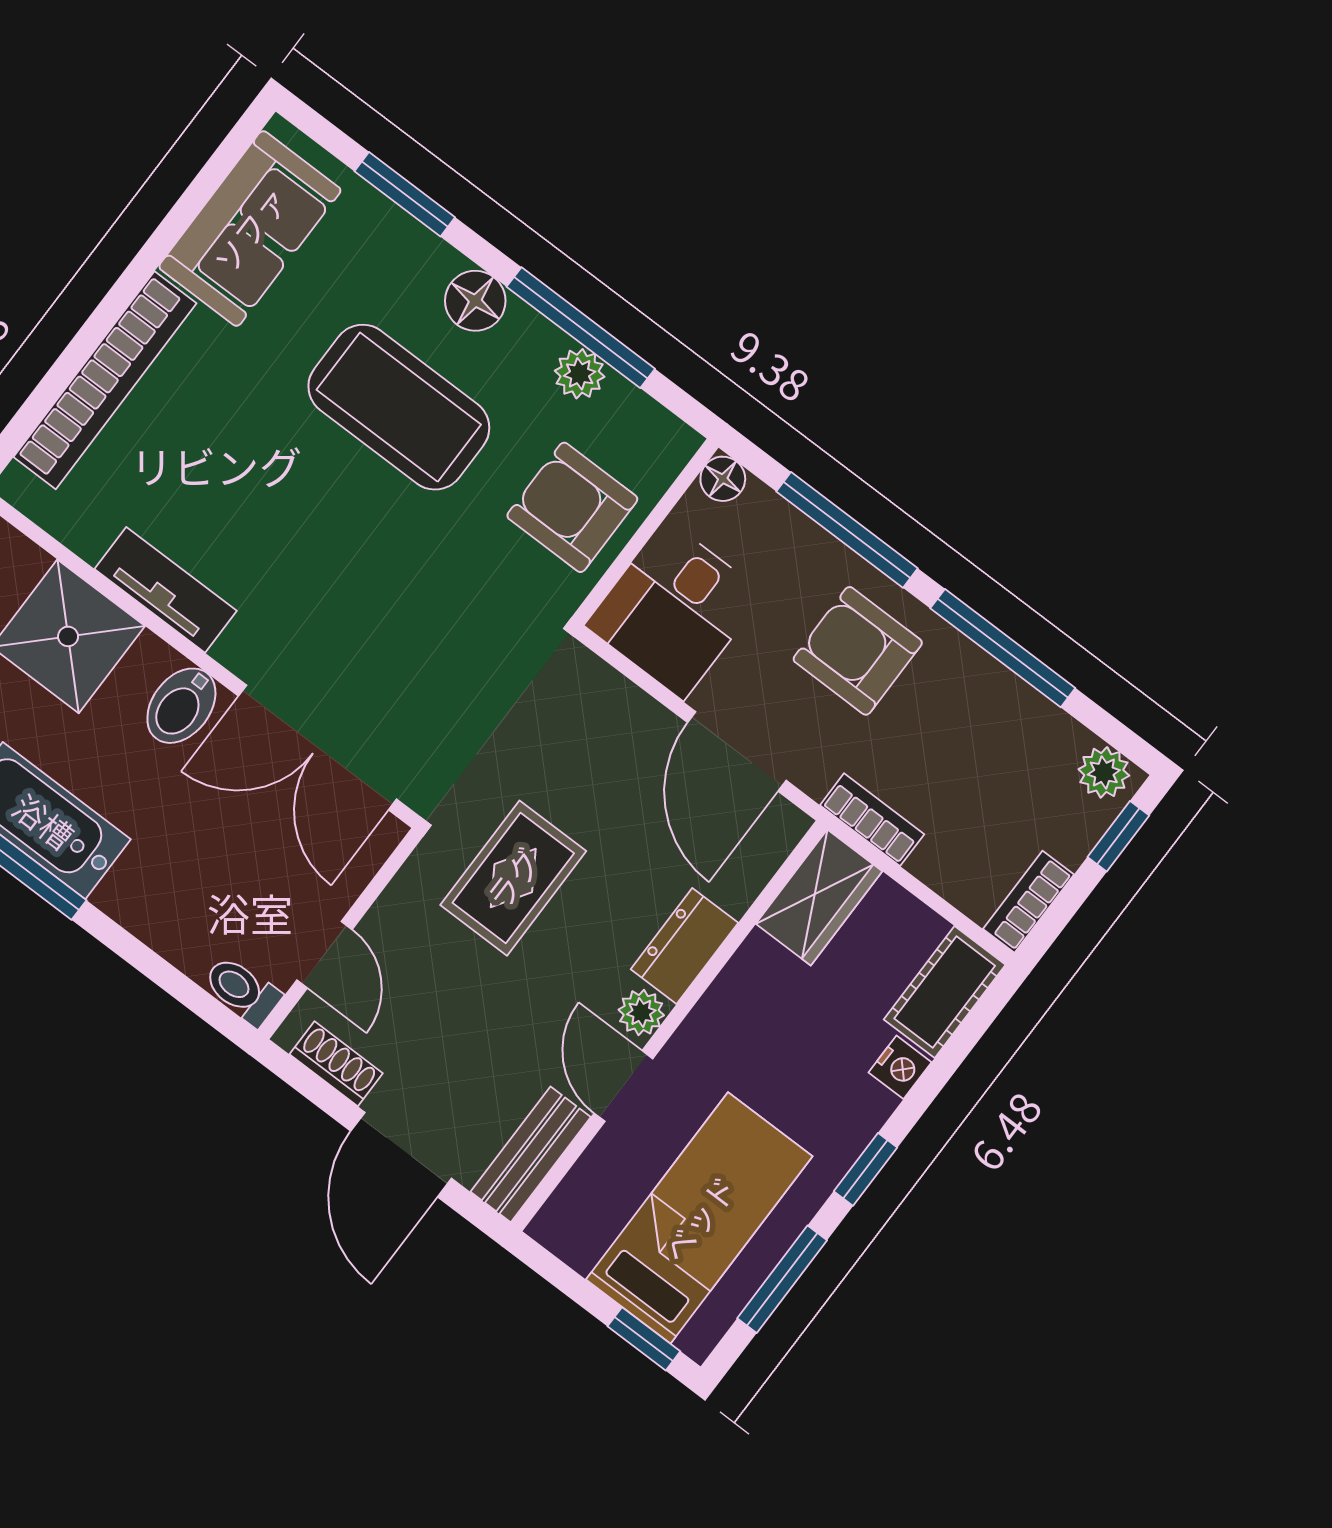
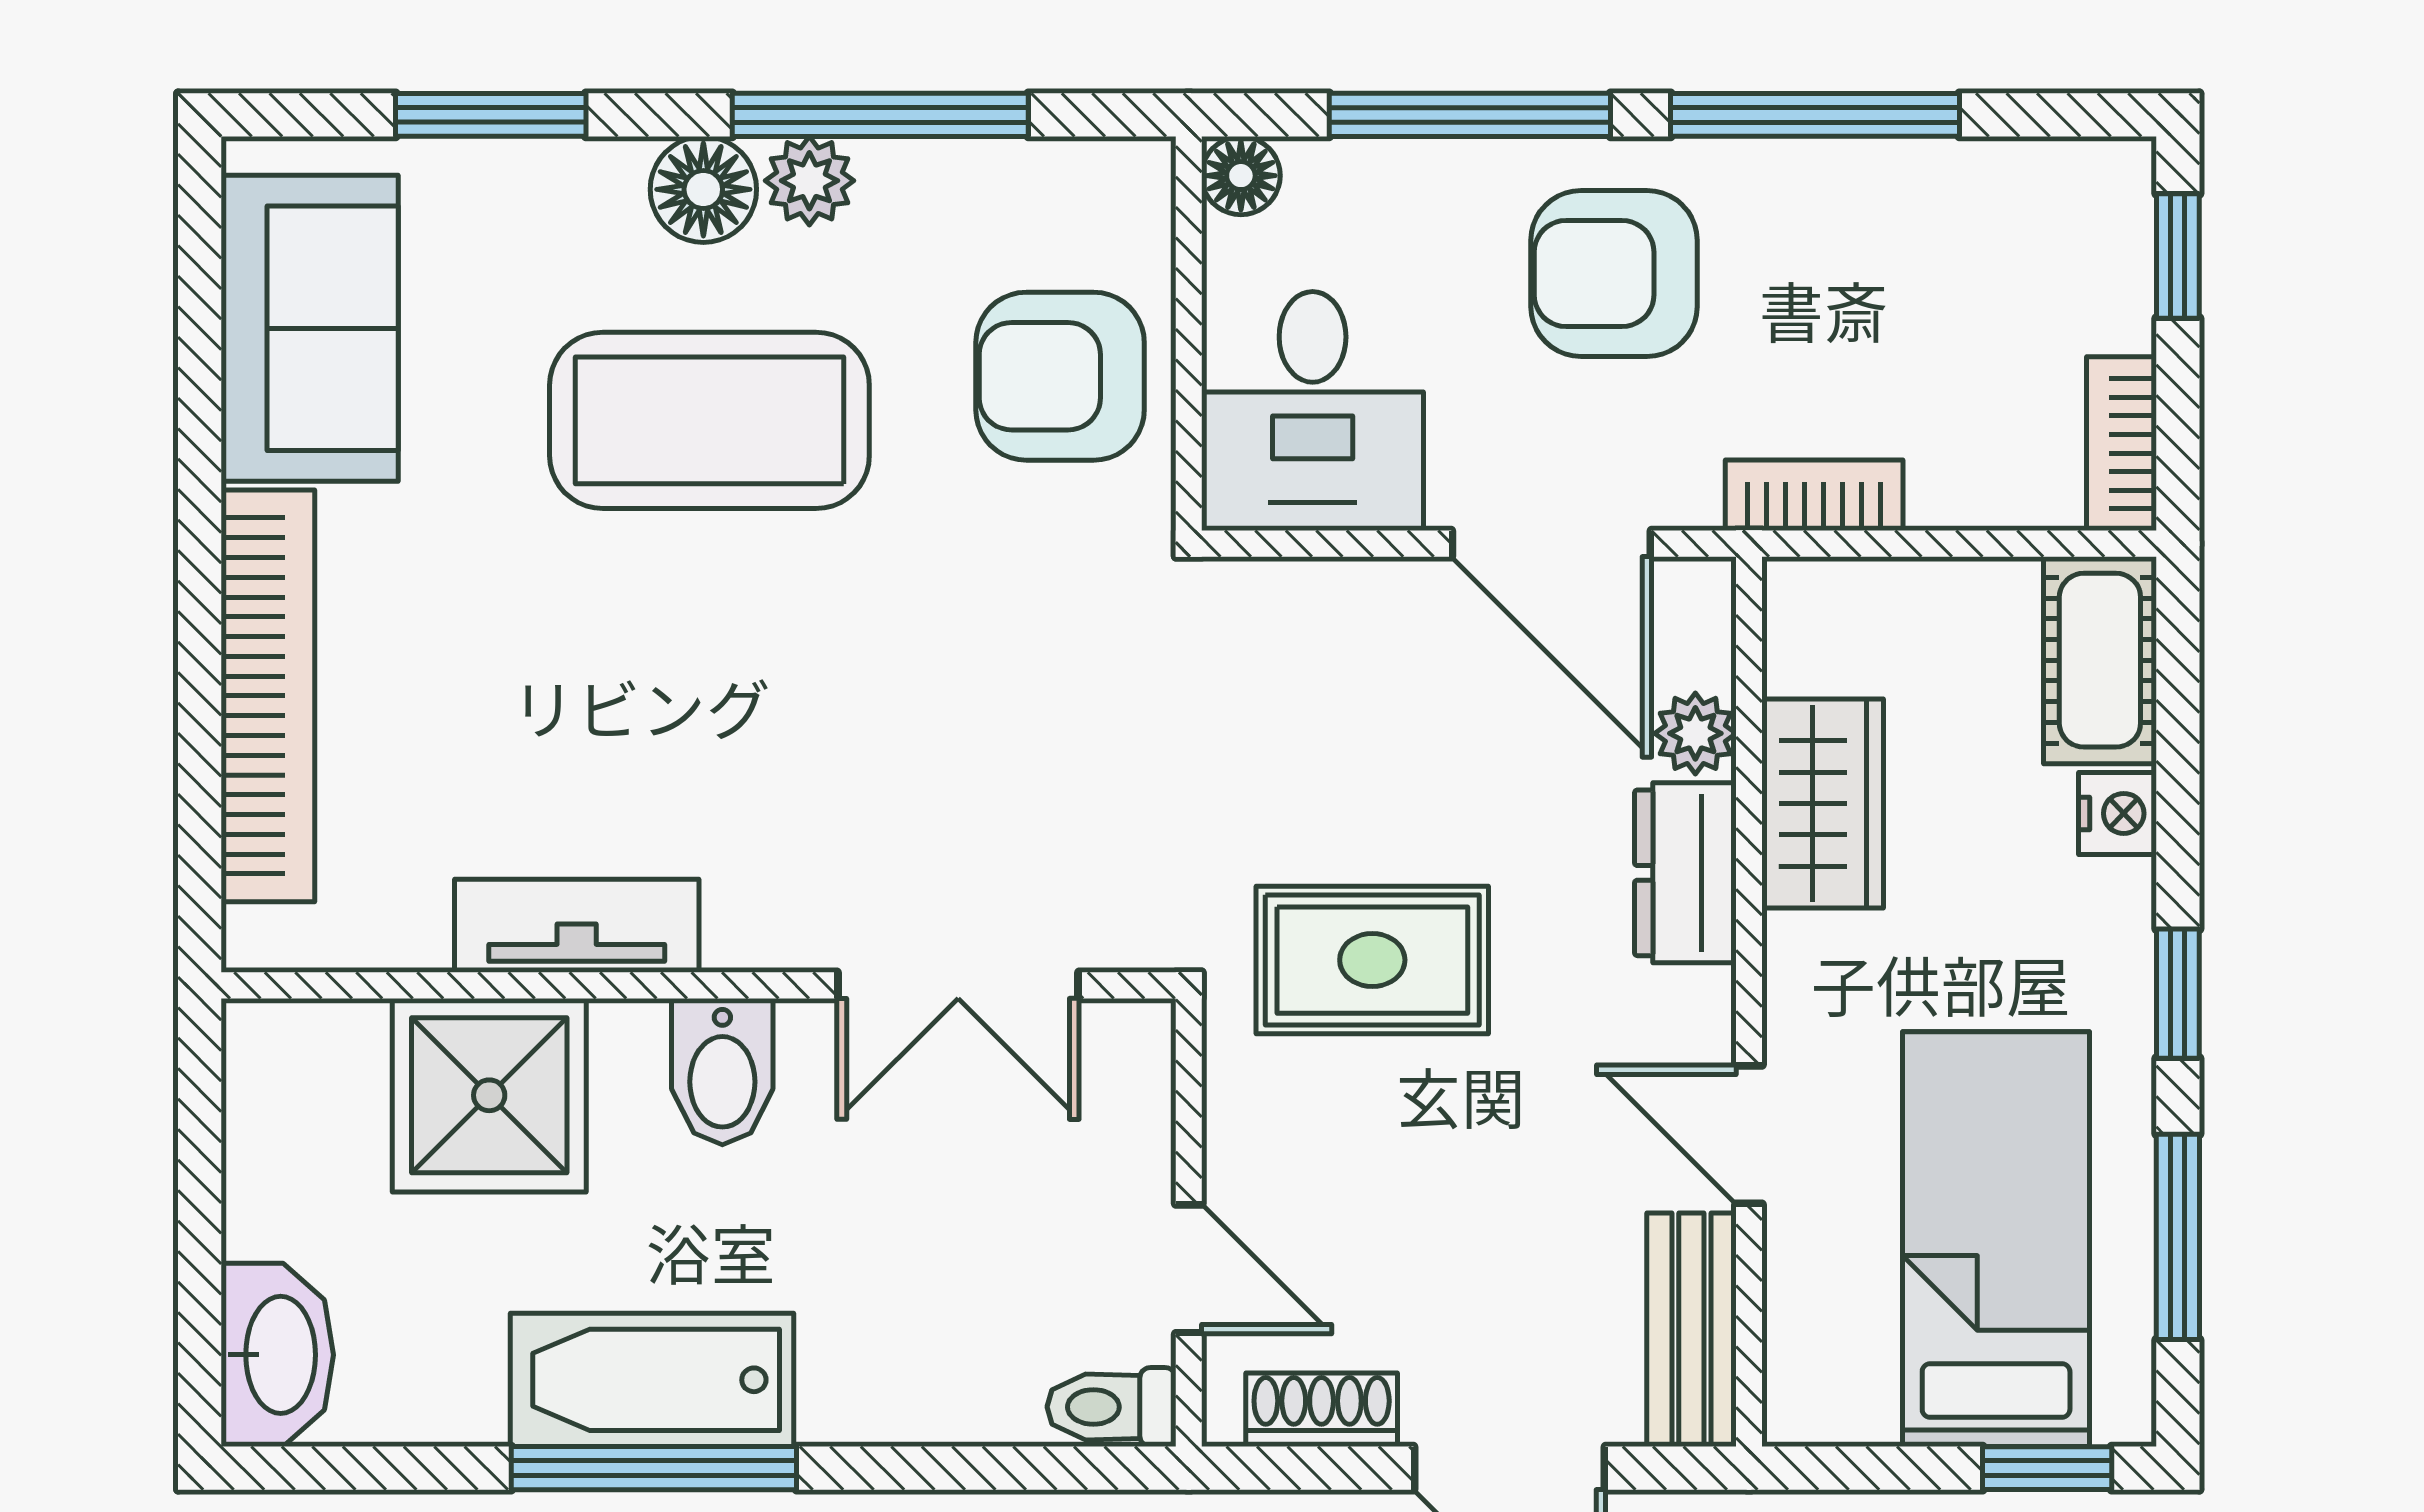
plant: (580, 374) -> (809, 181), moved
double door: (317, 748) -> (958, 985), width x0.73
plant: (1104, 772) -> (2089, 182), removed
rug: (513, 878) -> (1372, 960), turned 90
wardrobe: (819, 898) -> (1823, 804), moved
plant: (641, 1012) -> (1695, 733), moved

